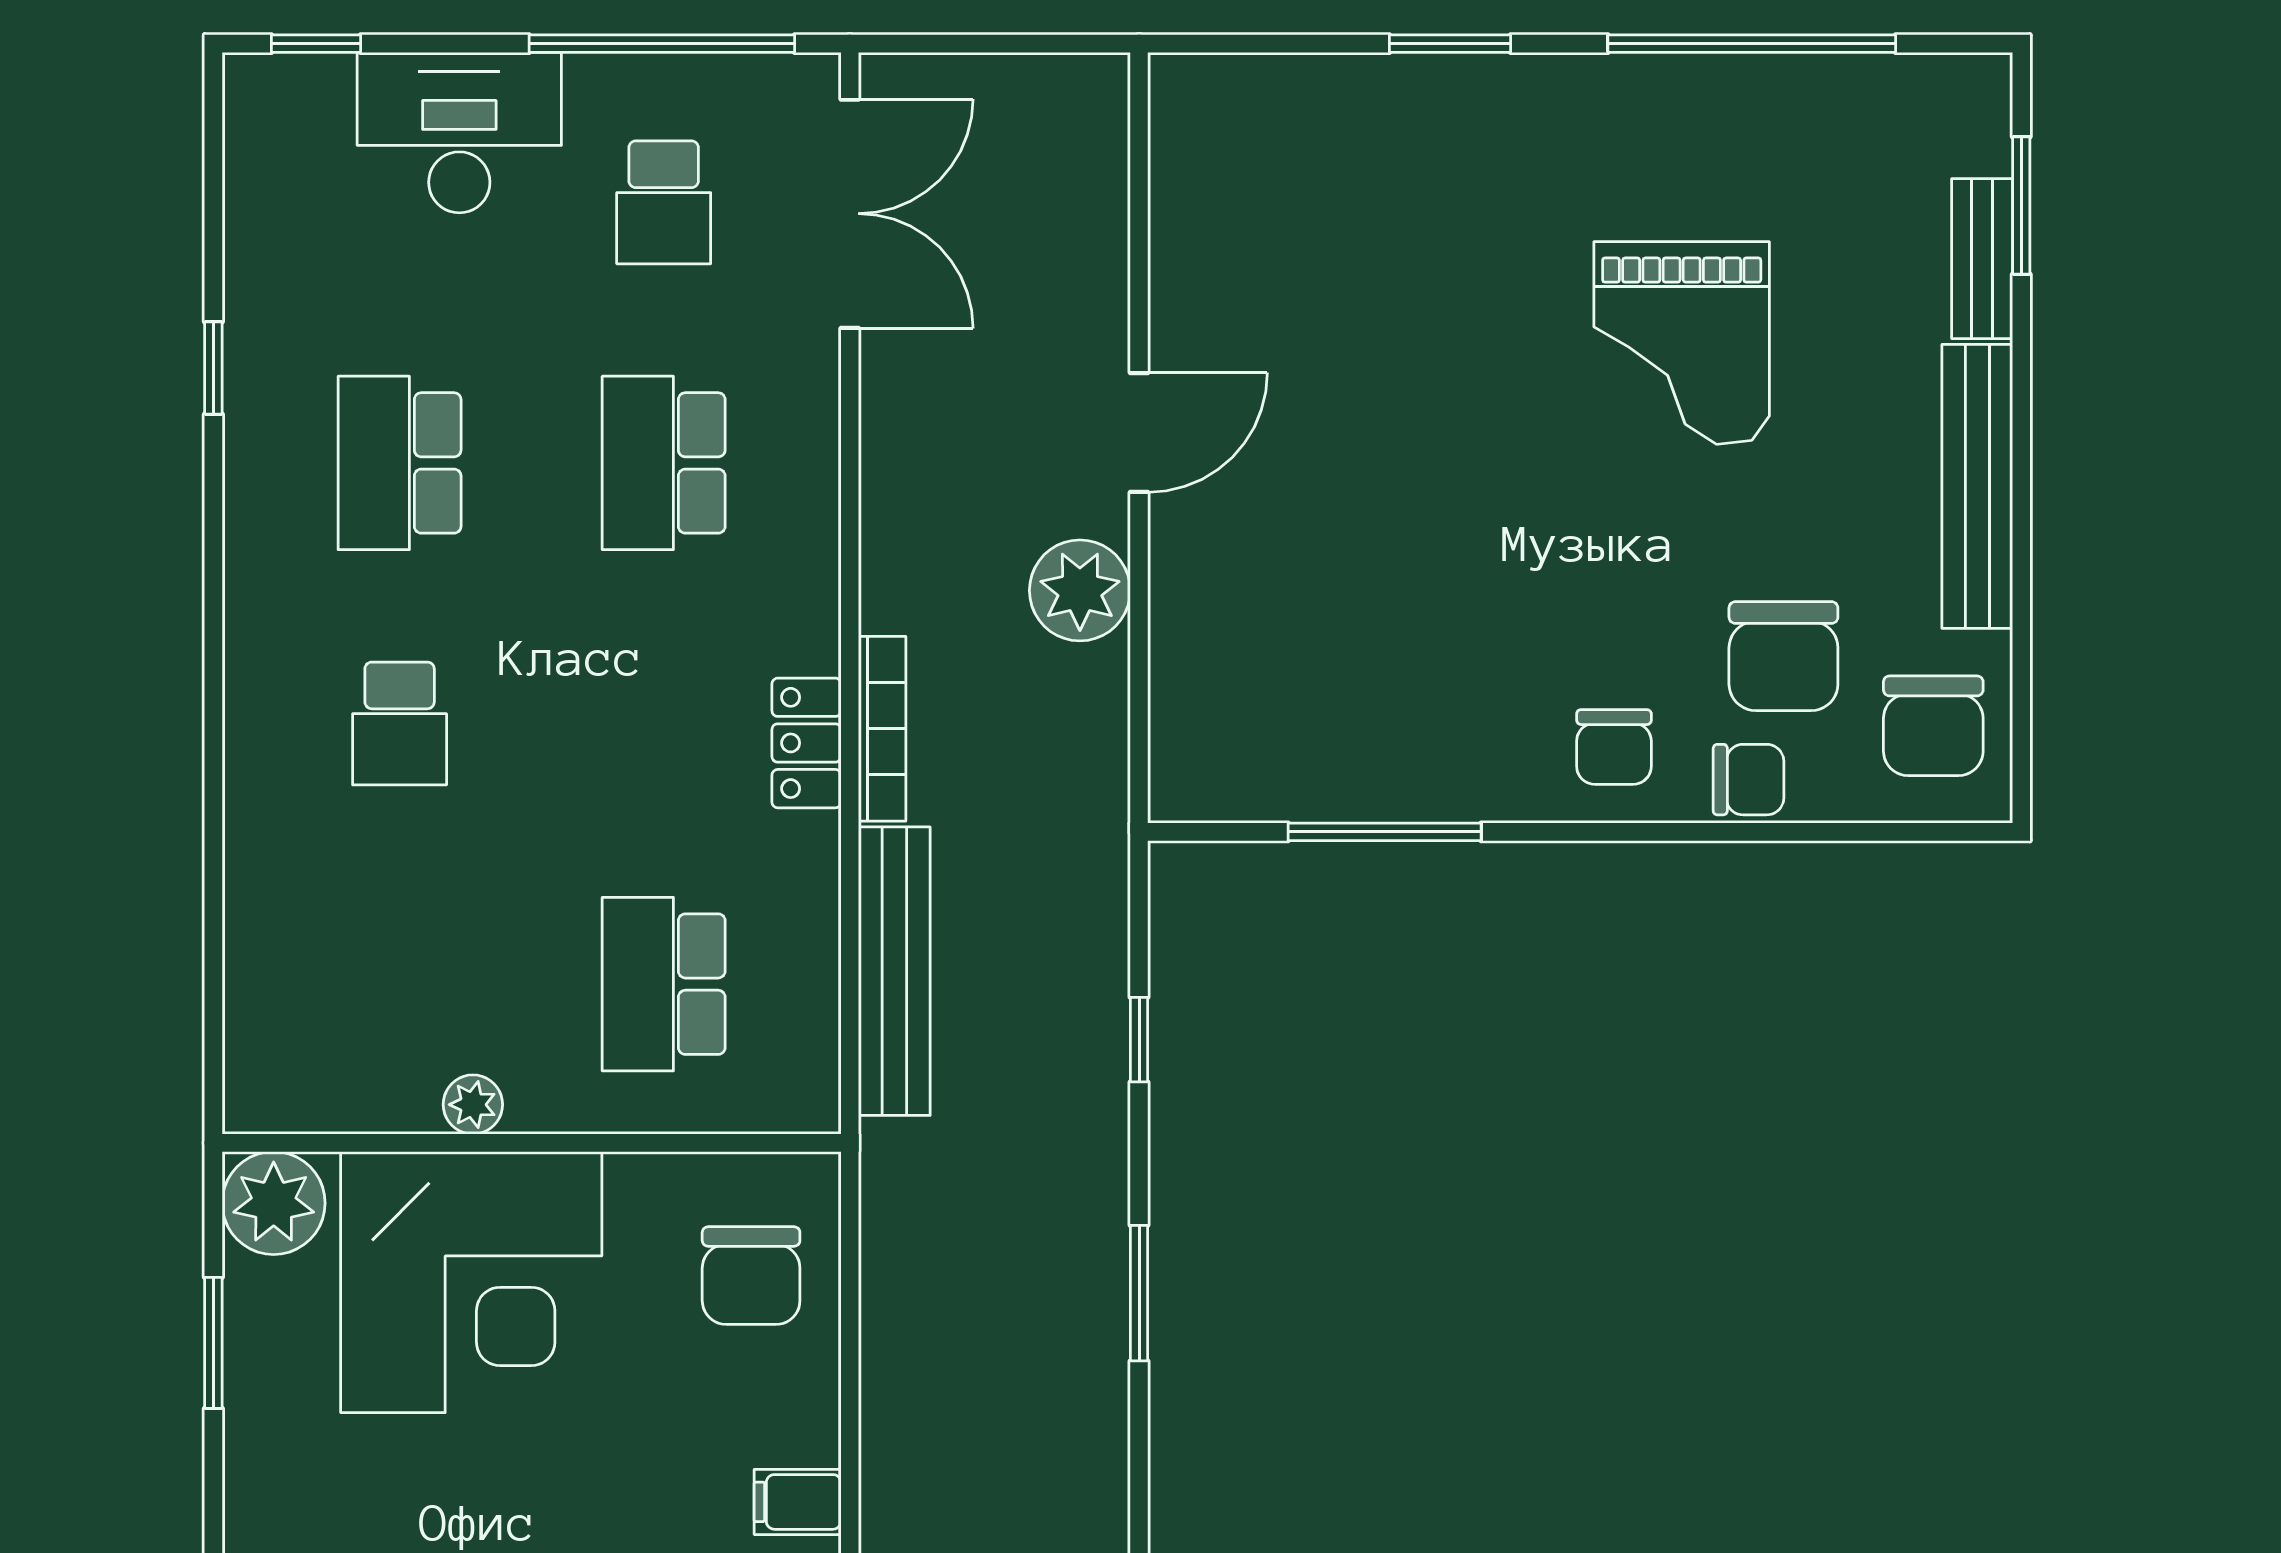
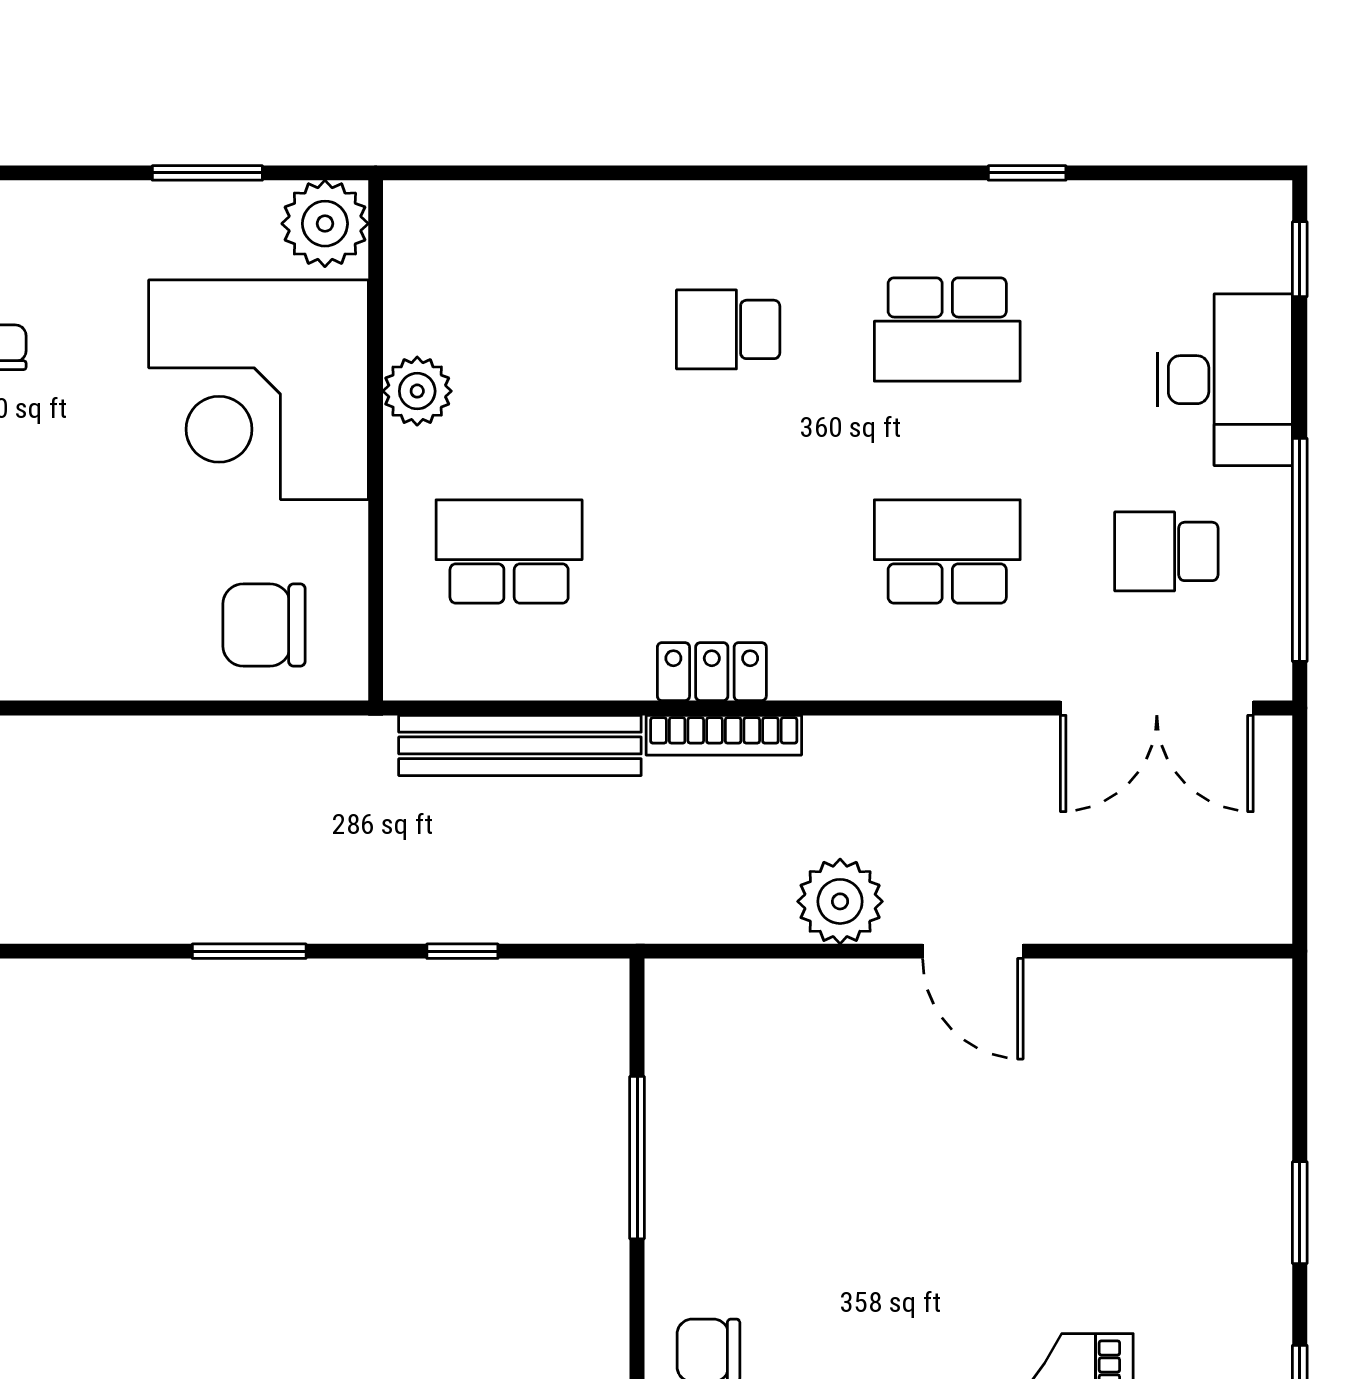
school desk: (400, 463) -> (947, 329), turned 180
plant: (473, 1105) -> (417, 391), width x1.38, depth x1.38
filing cabinet: (798, 1502) -> (74, 664), removed

